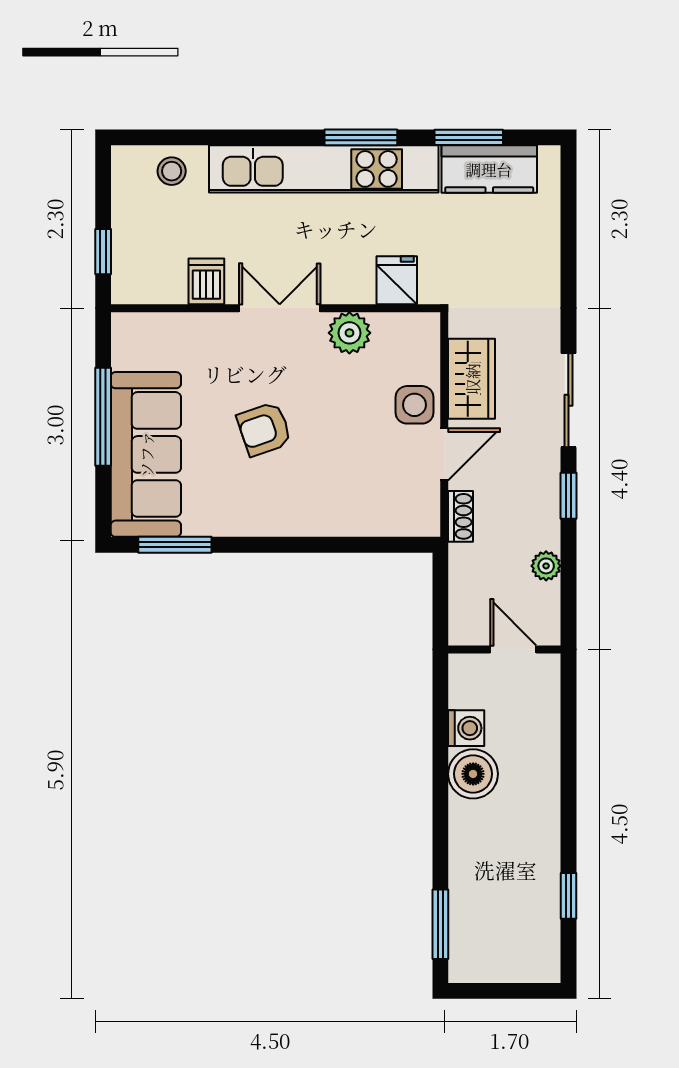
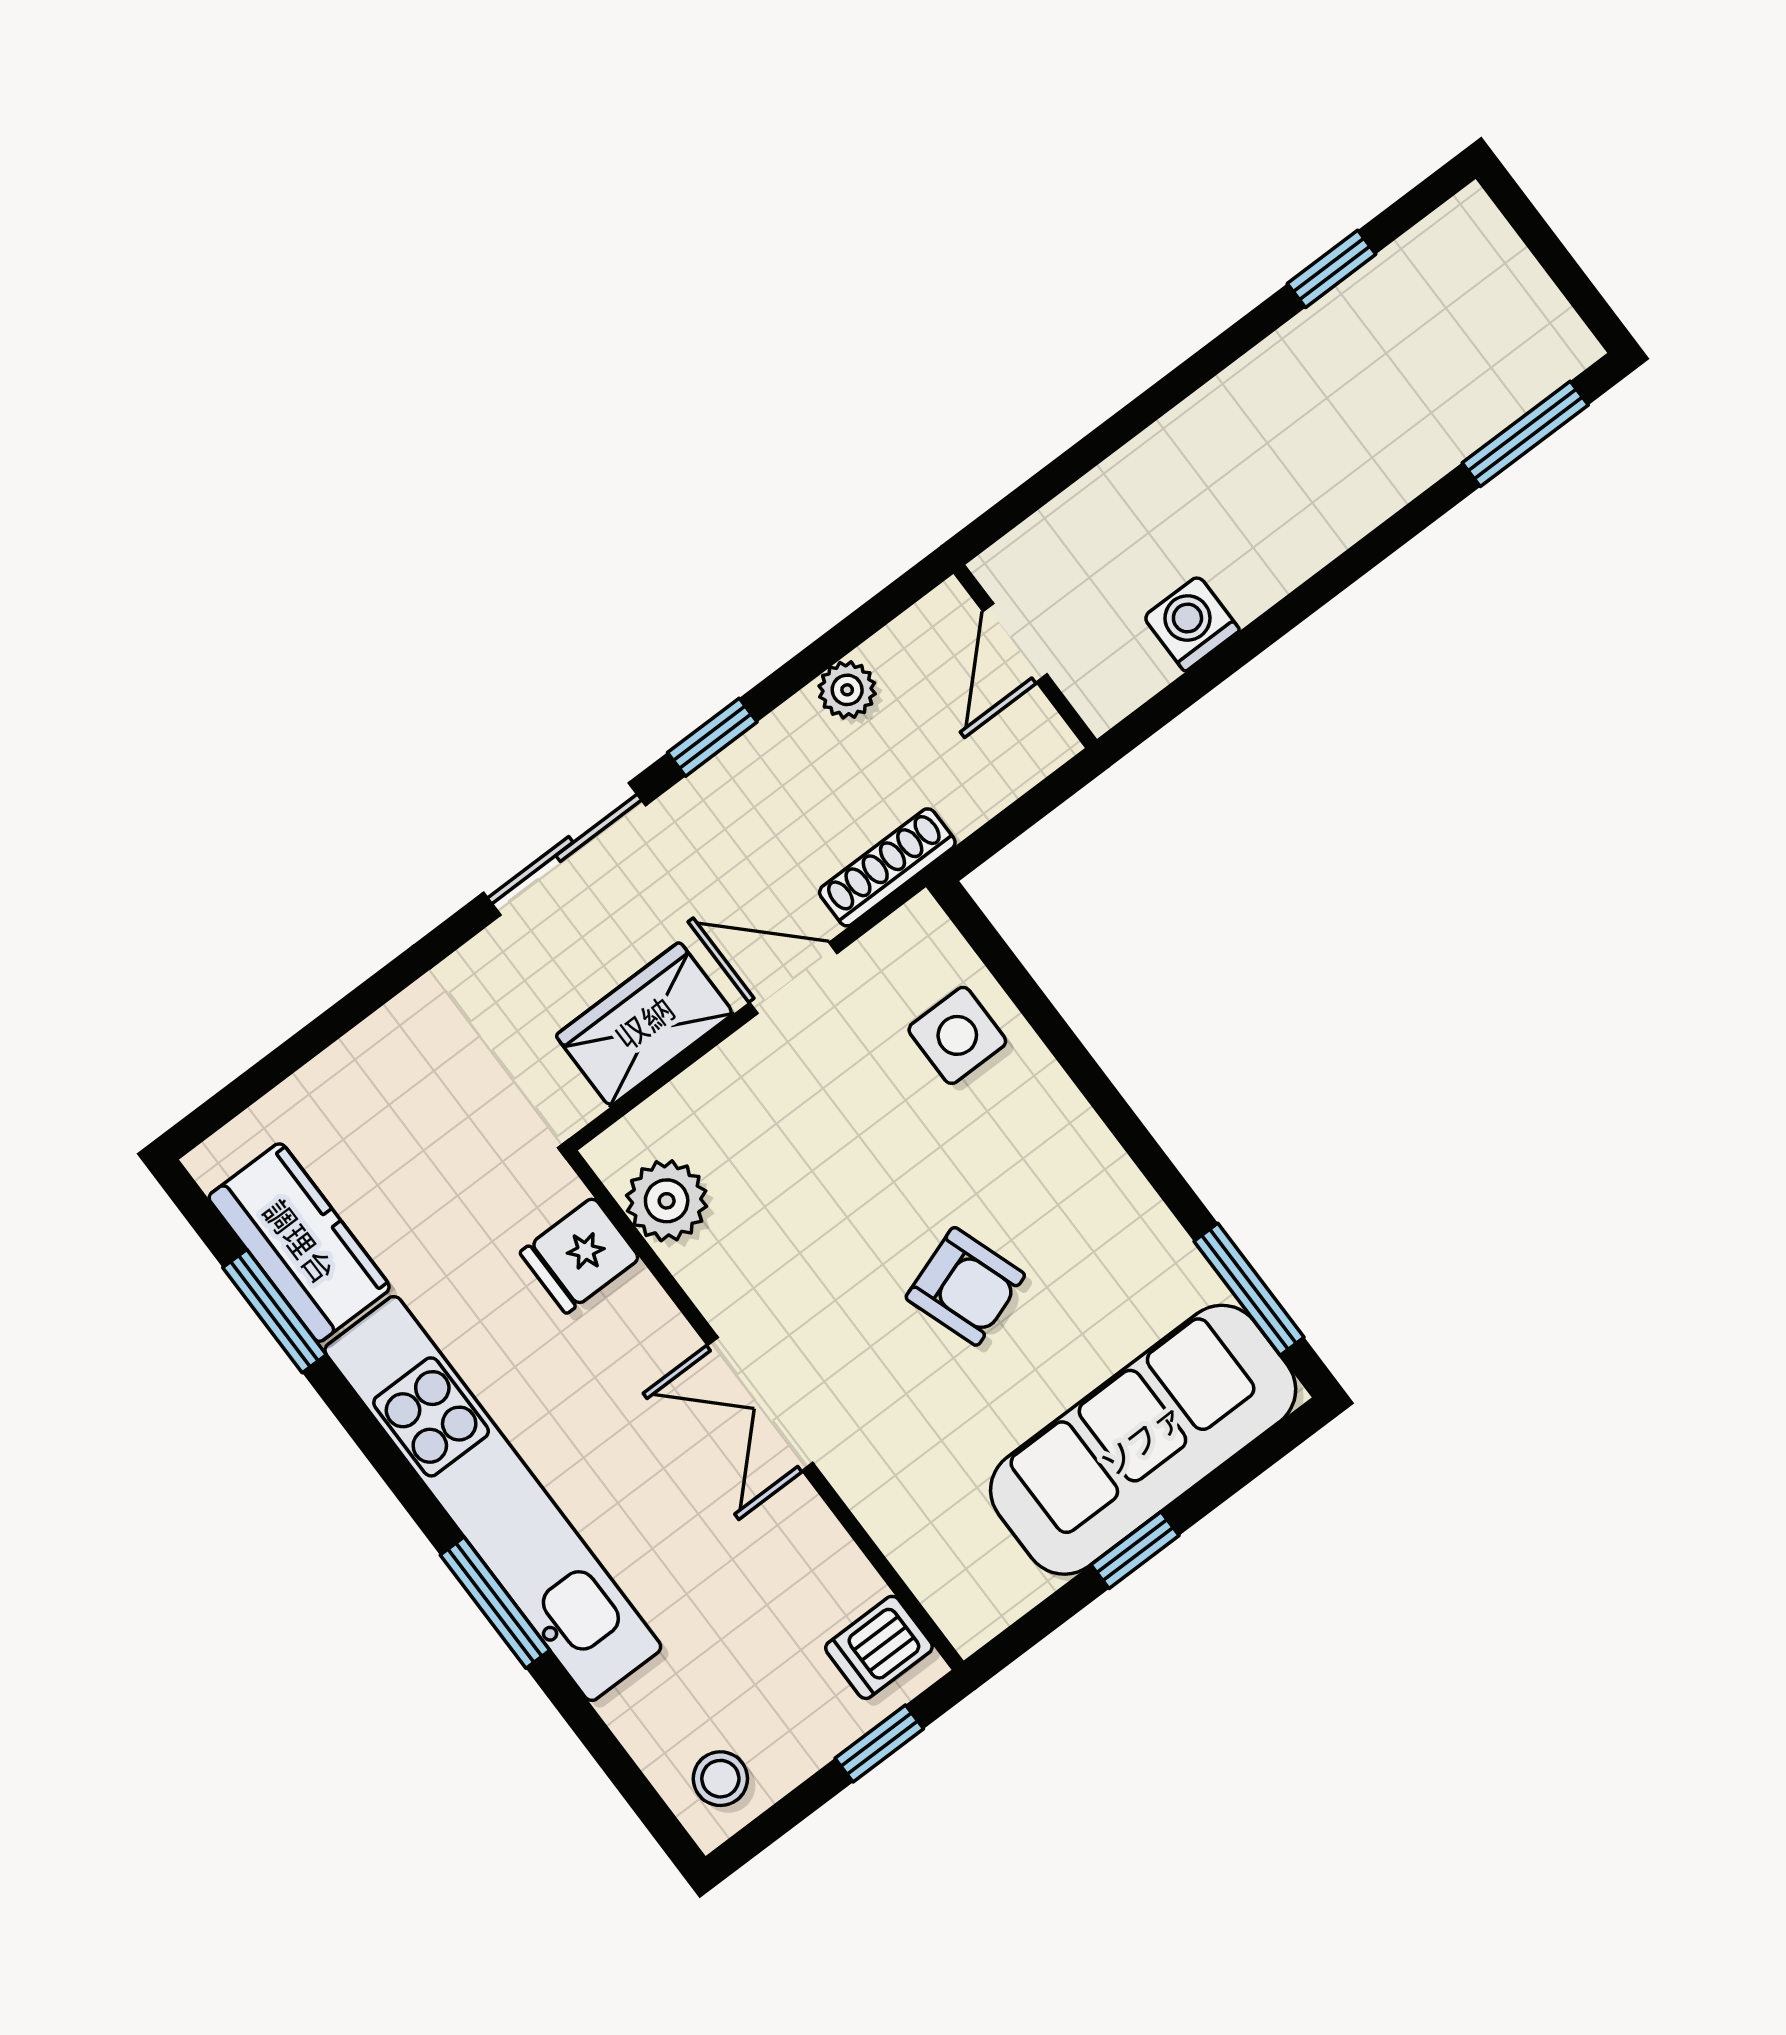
window: (361, 137) -> (495, 1603), moved
stool: (172, 171) -> (720, 1779), moved
dishwasher: (206, 281) -> (879, 1647), moved
plant: (349, 333) -> (667, 1201), moved
side table: (414, 405) -> (957, 1035), moved
window: (103, 417) -> (1135, 1550), width x0.46
shoe rack: (461, 516) -> (887, 867), width x1.43
boiler: (473, 774) -> (1255, 559), removed

